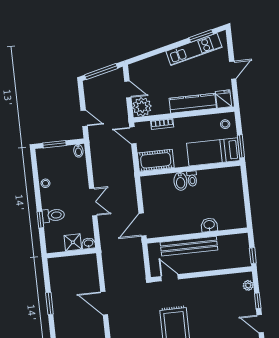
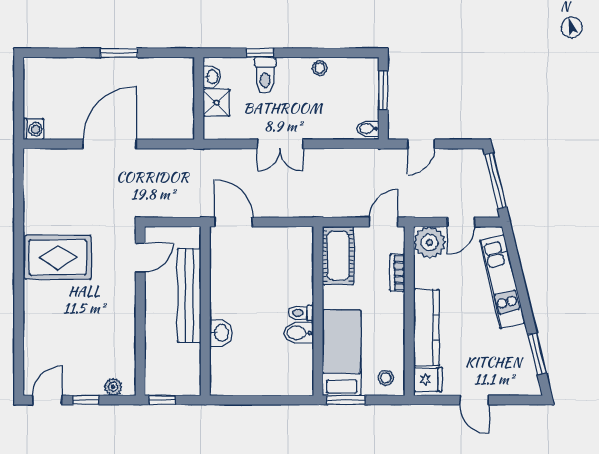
kitchen unit: (194, 49) -> (502, 282), moved
bidet: (180, 181) -> (299, 333), moved
washbasin: (89, 243) -> (212, 77), moved
door: (104, 303) -> (110, 144), width x1.36

